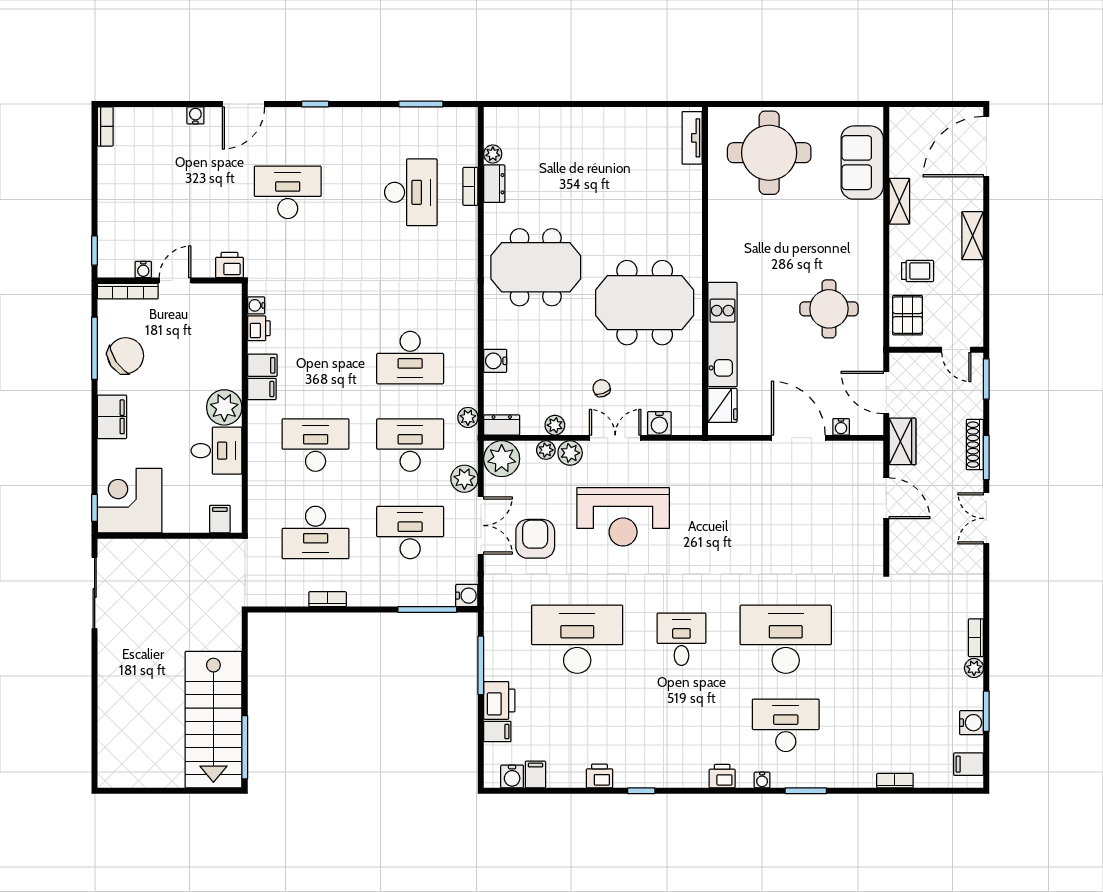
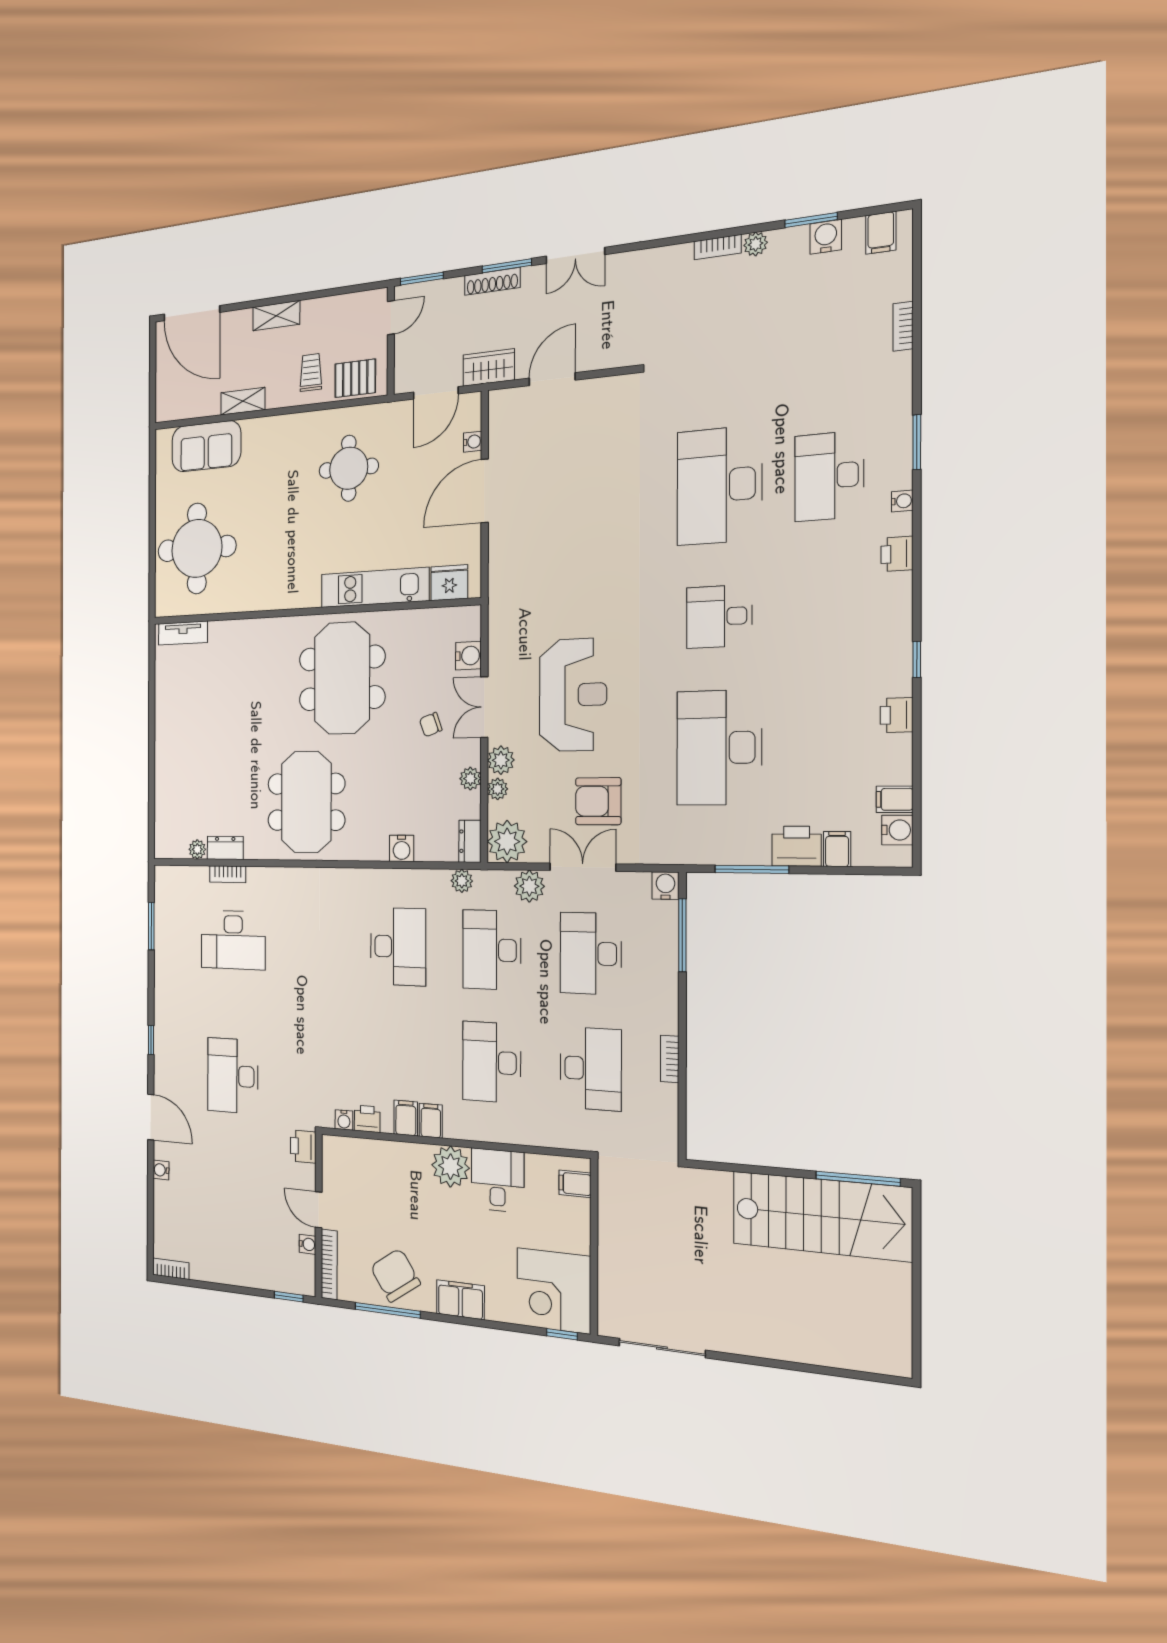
desk: (411, 192) -> (233, 940), turned 180

